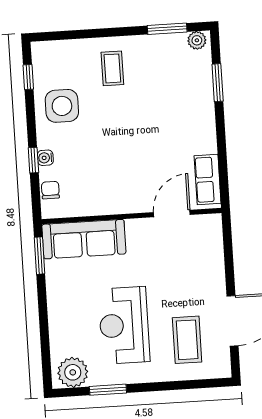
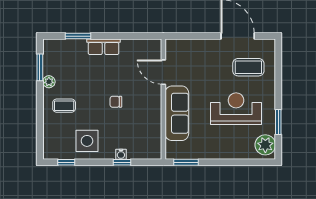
plant: (197, 40) -> (49, 82), moved
row of seats: (208, 180) -> (103, 47), moved
chair: (50, 190) -> (116, 102), moved
sofa: (84, 239) -> (177, 113), moved
reception desk: (124, 325) -> (236, 109), turned 180

